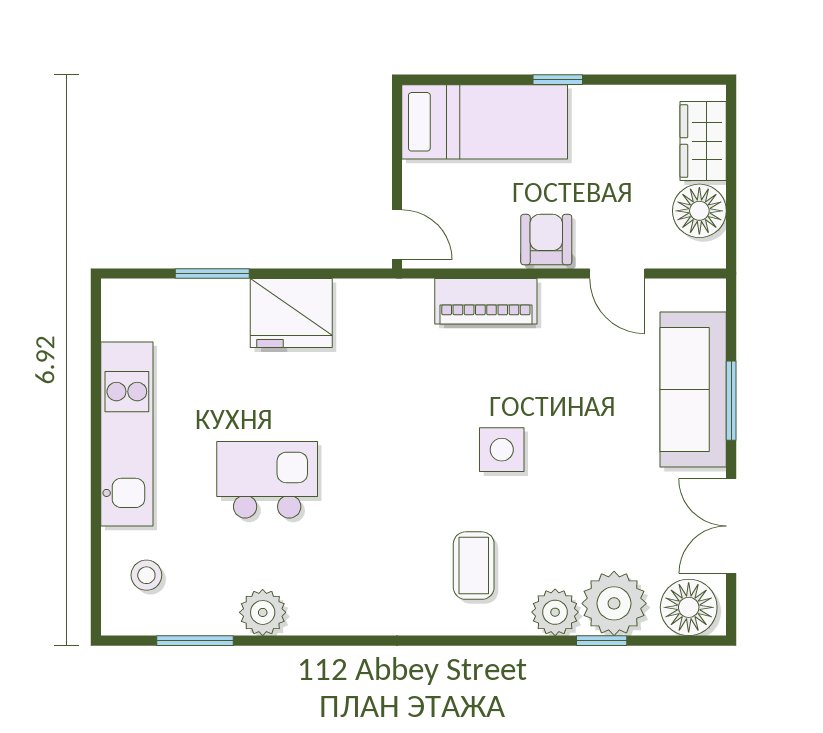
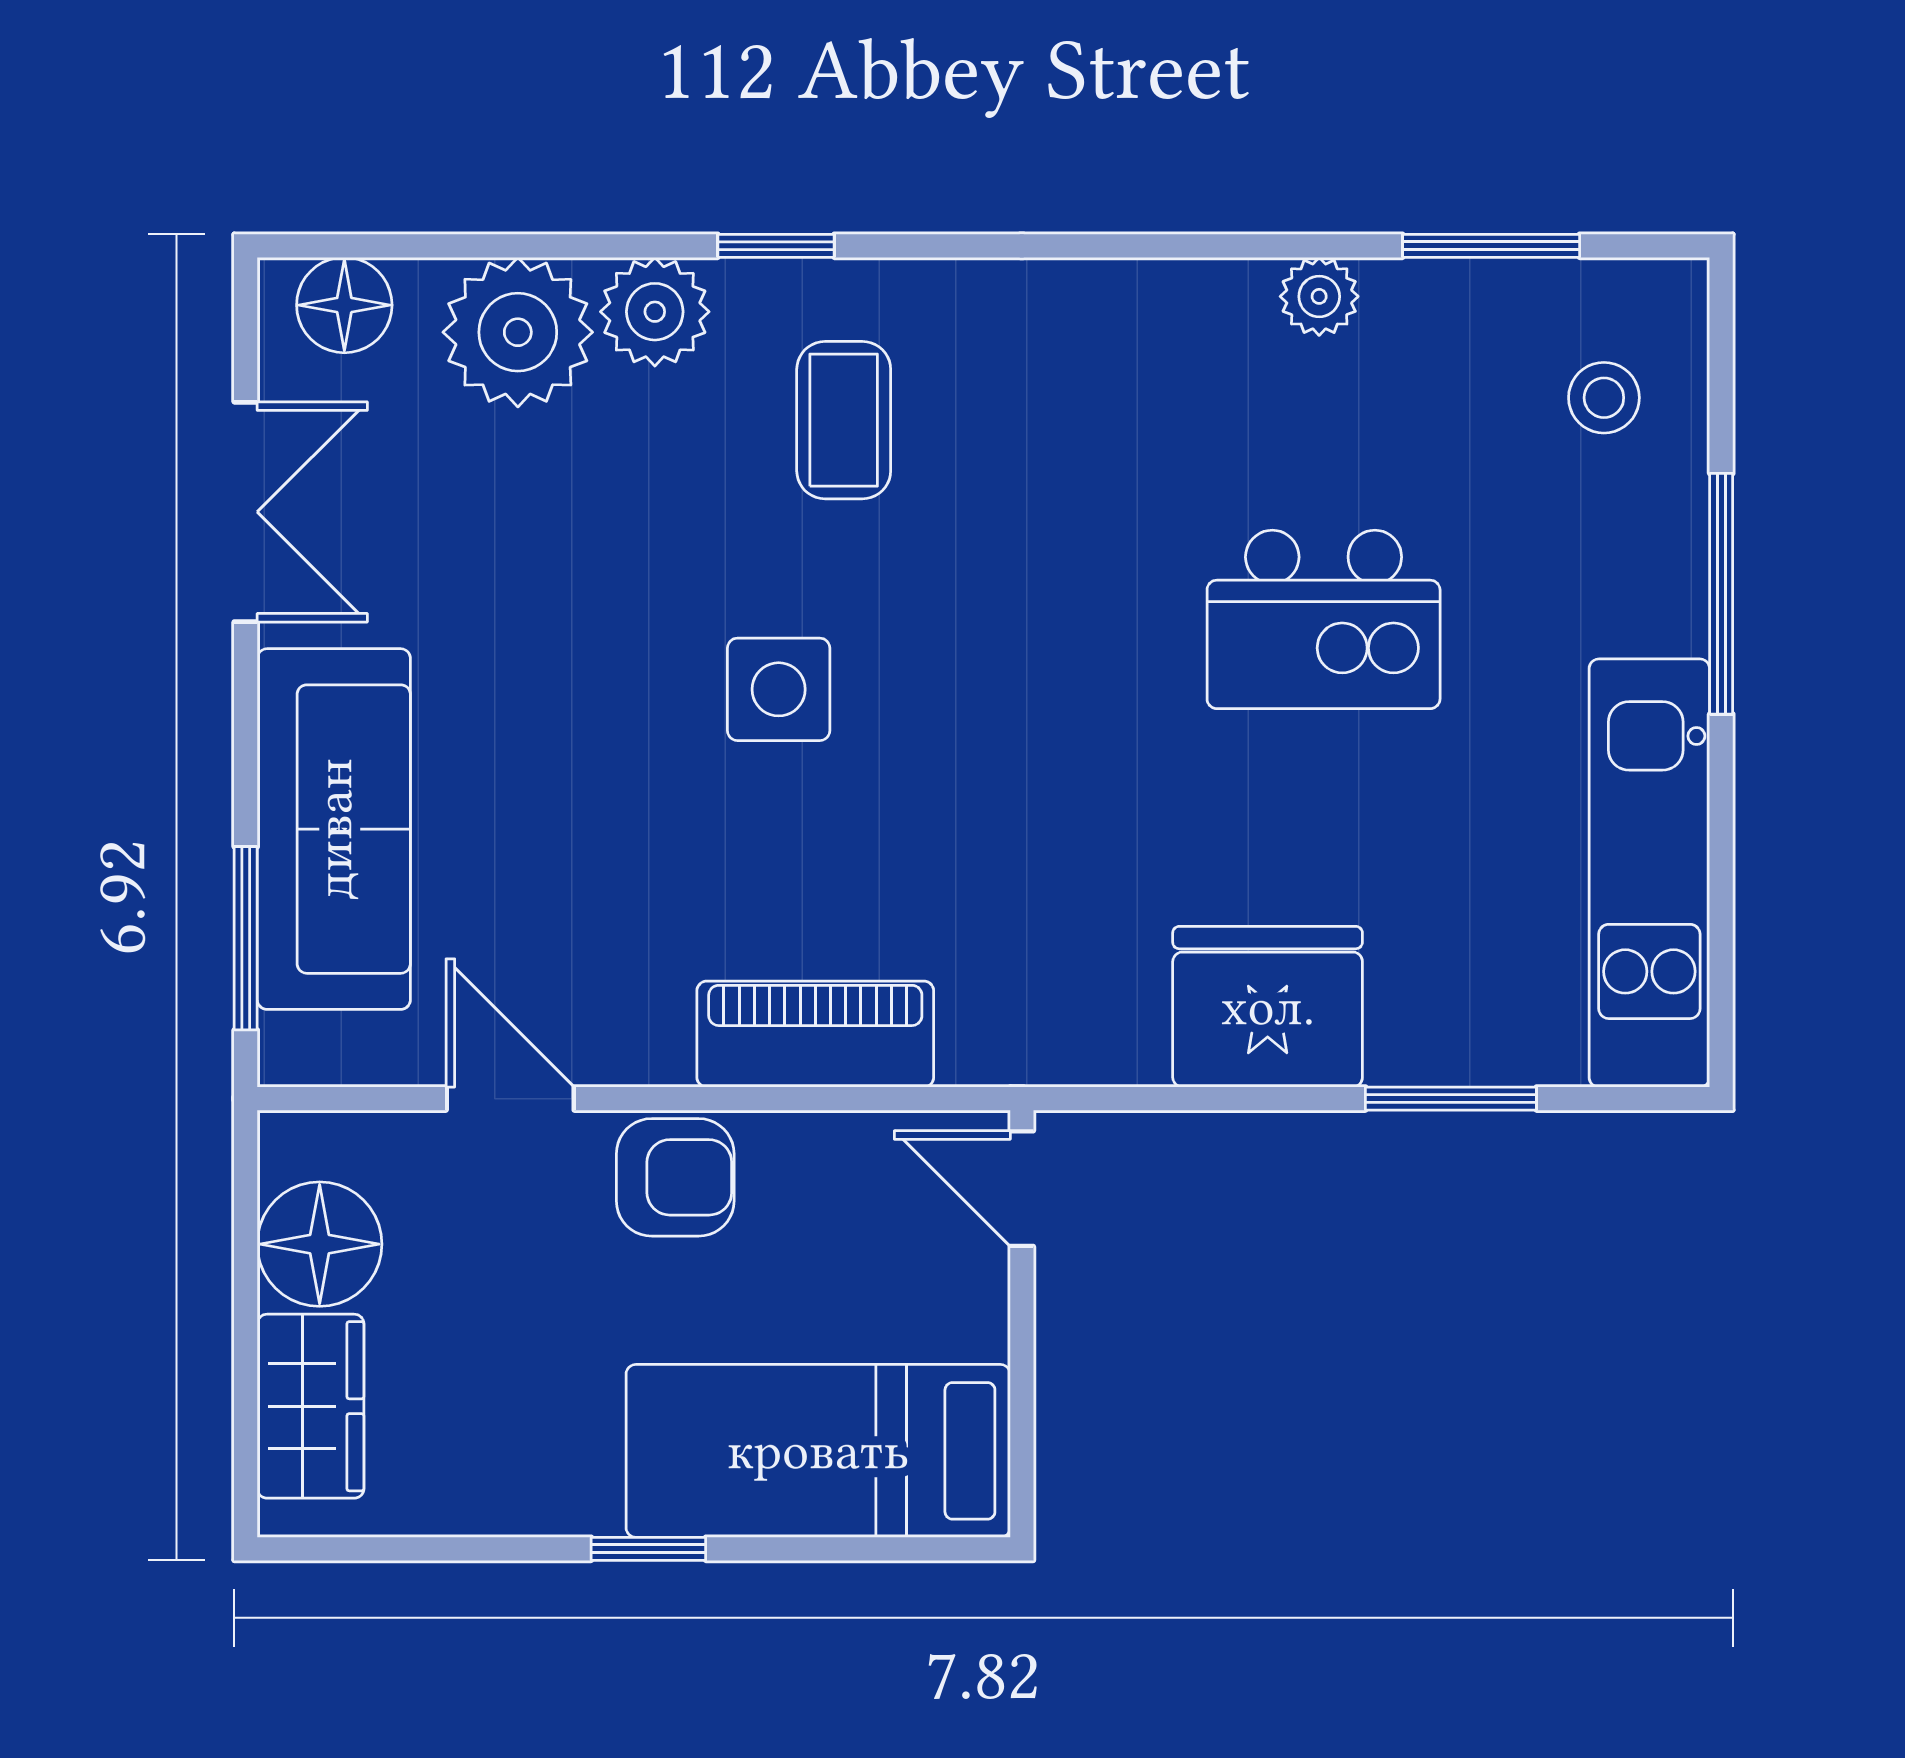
armchair: (546, 240) -> (675, 1177), turned -90
window: (731, 401) -> (246, 938), moved
kitchen unit: (127, 434) -> (1649, 873), moved
window: (96, 491) -> (1721, 594), added
floor lamp: (689, 607) -> (344, 305), width x0.73, depth x0.73
plant: (263, 612) -> (1319, 296), width x0.73, depth x0.73
window: (602, 641) -> (776, 246), moved

